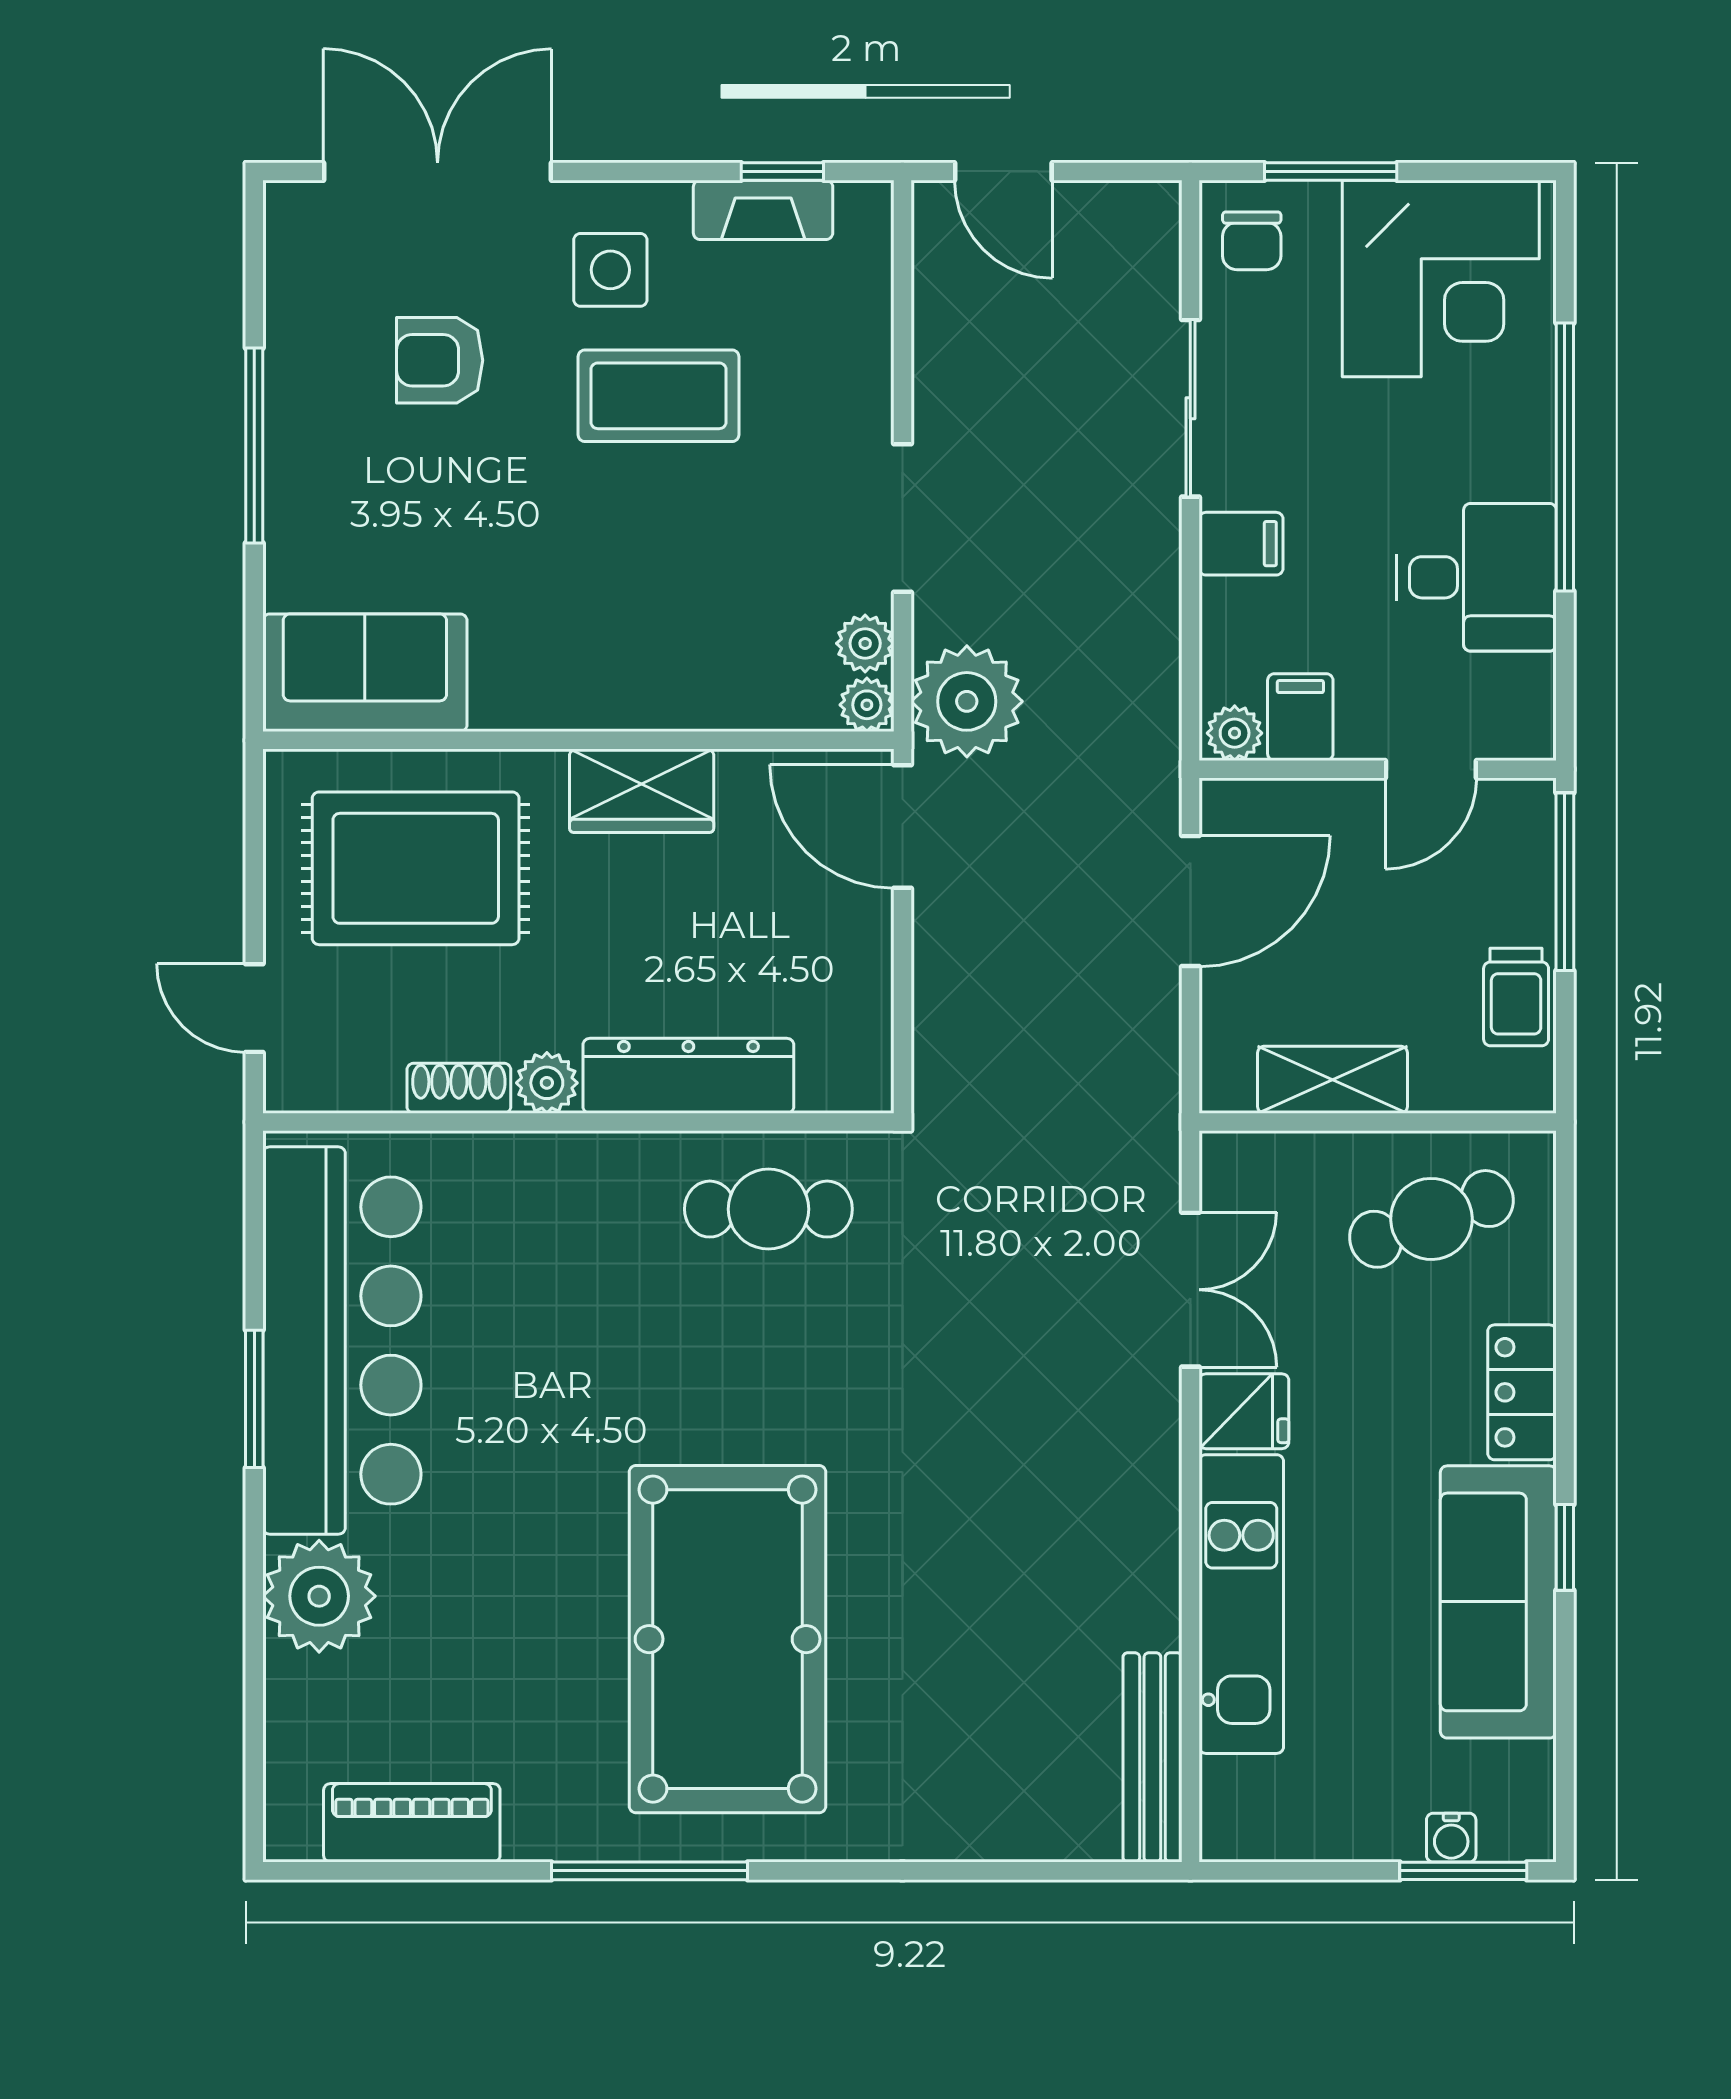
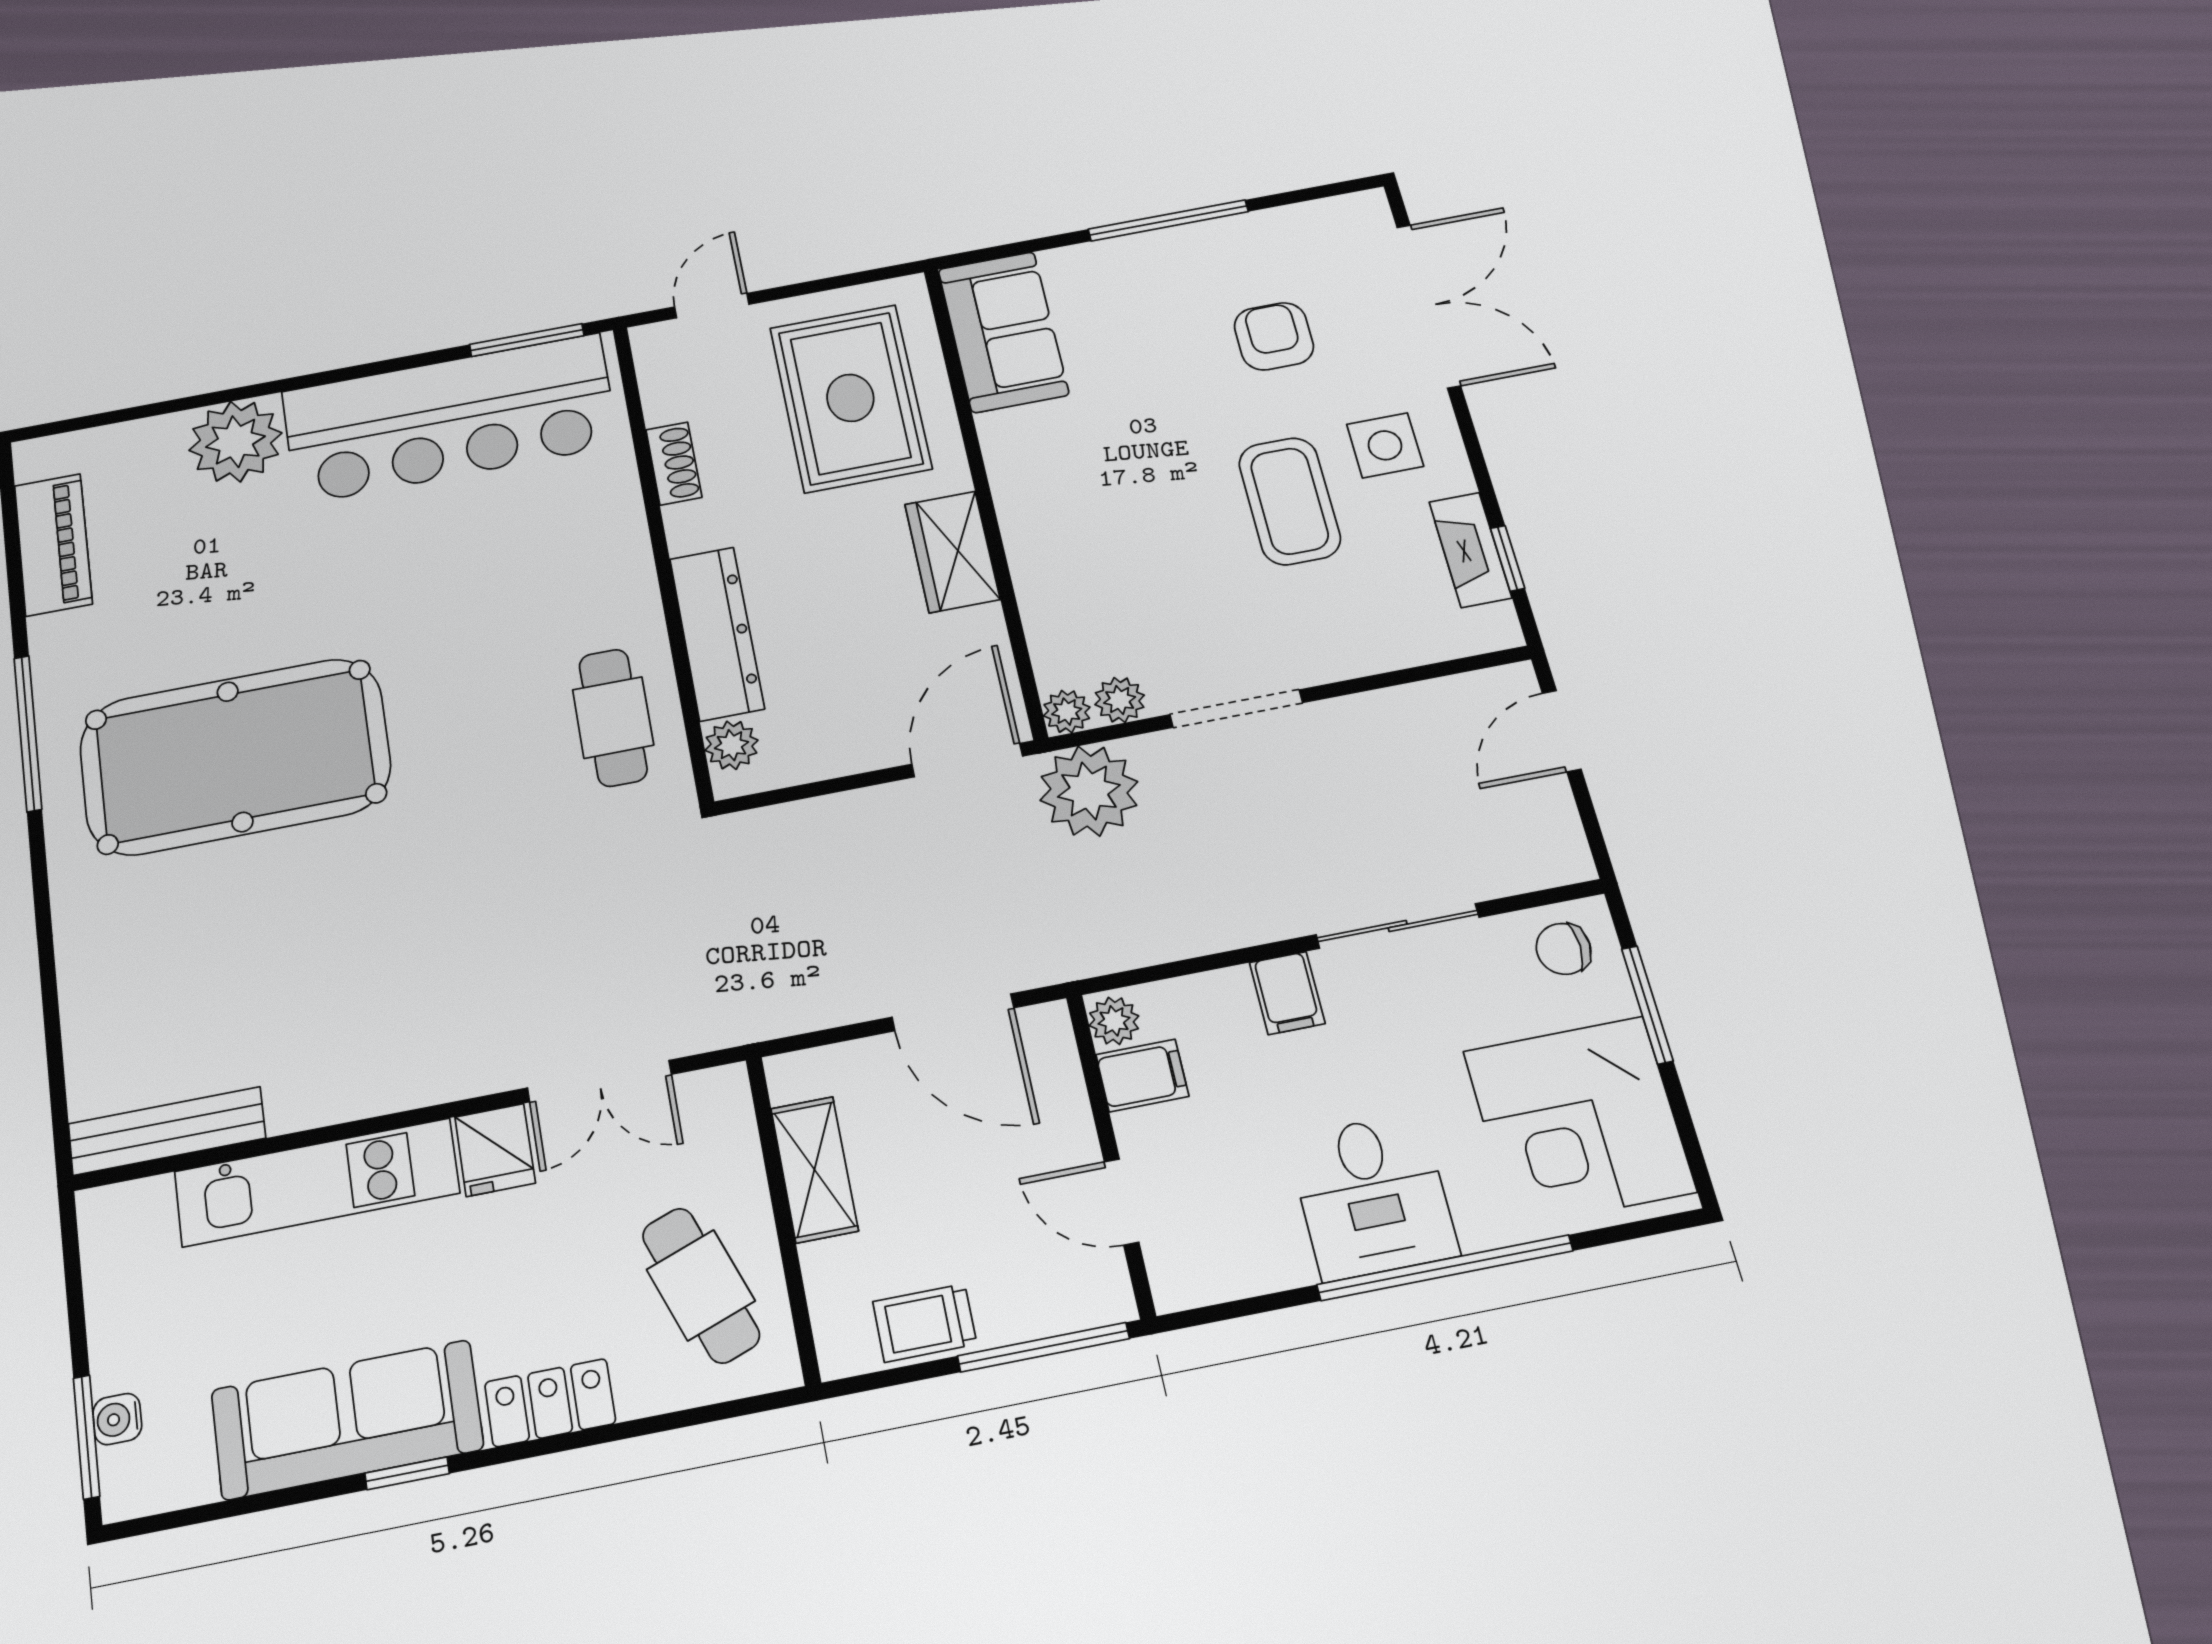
desk: (1477, 577) -> (1372, 1196), moved
plant: (547, 1083) -> (732, 745), moved
window: (254, 1399) -> (527, 340), moved

